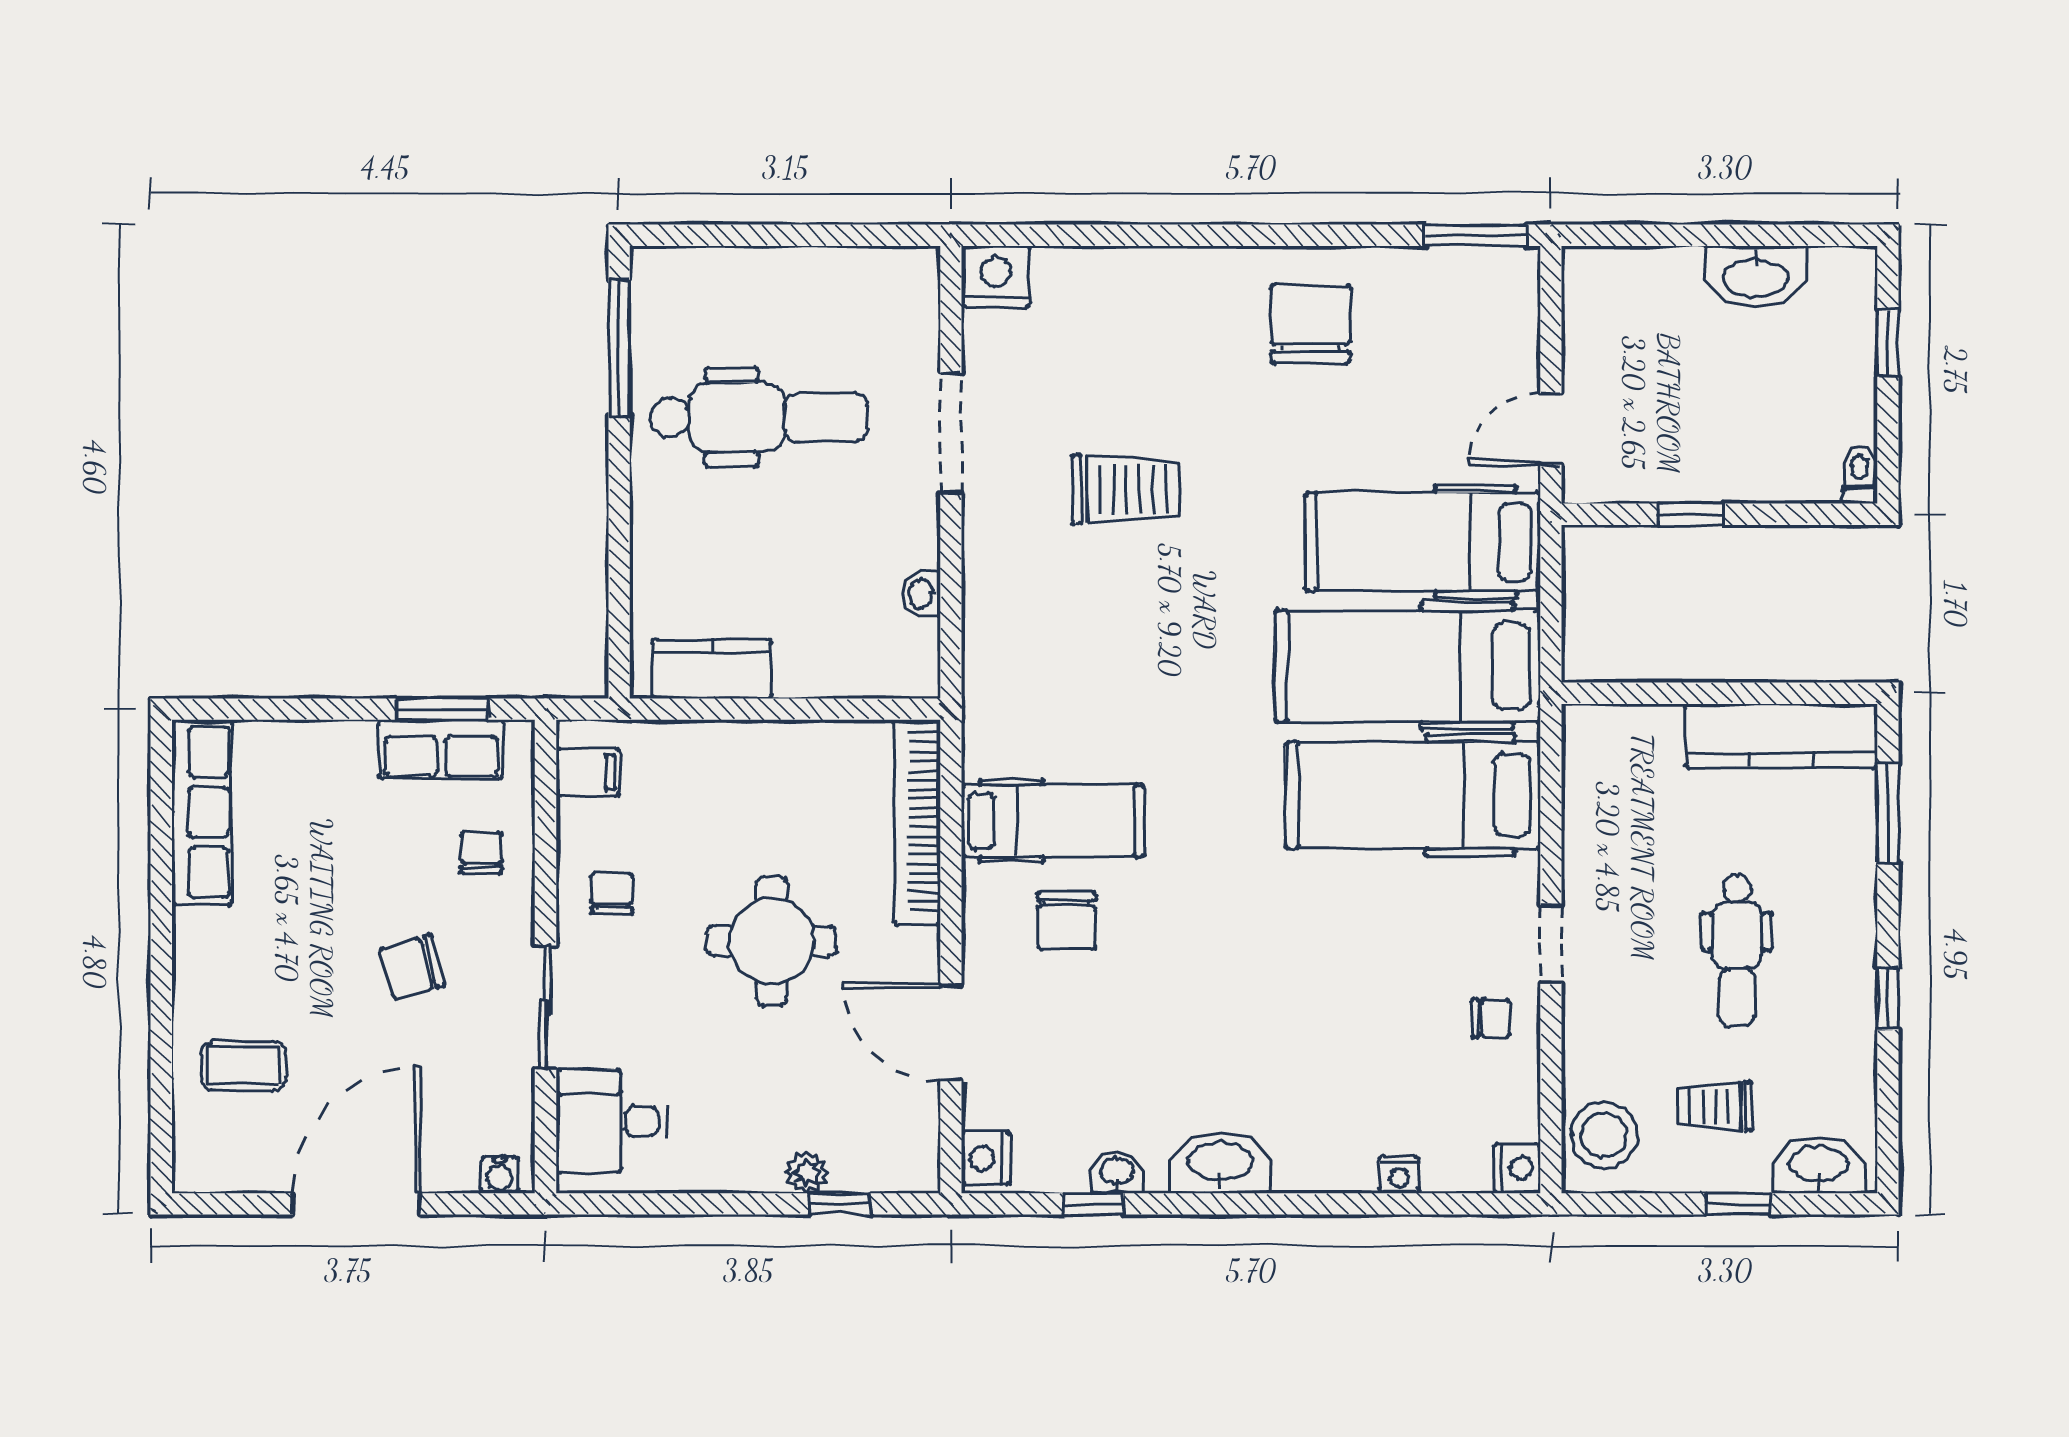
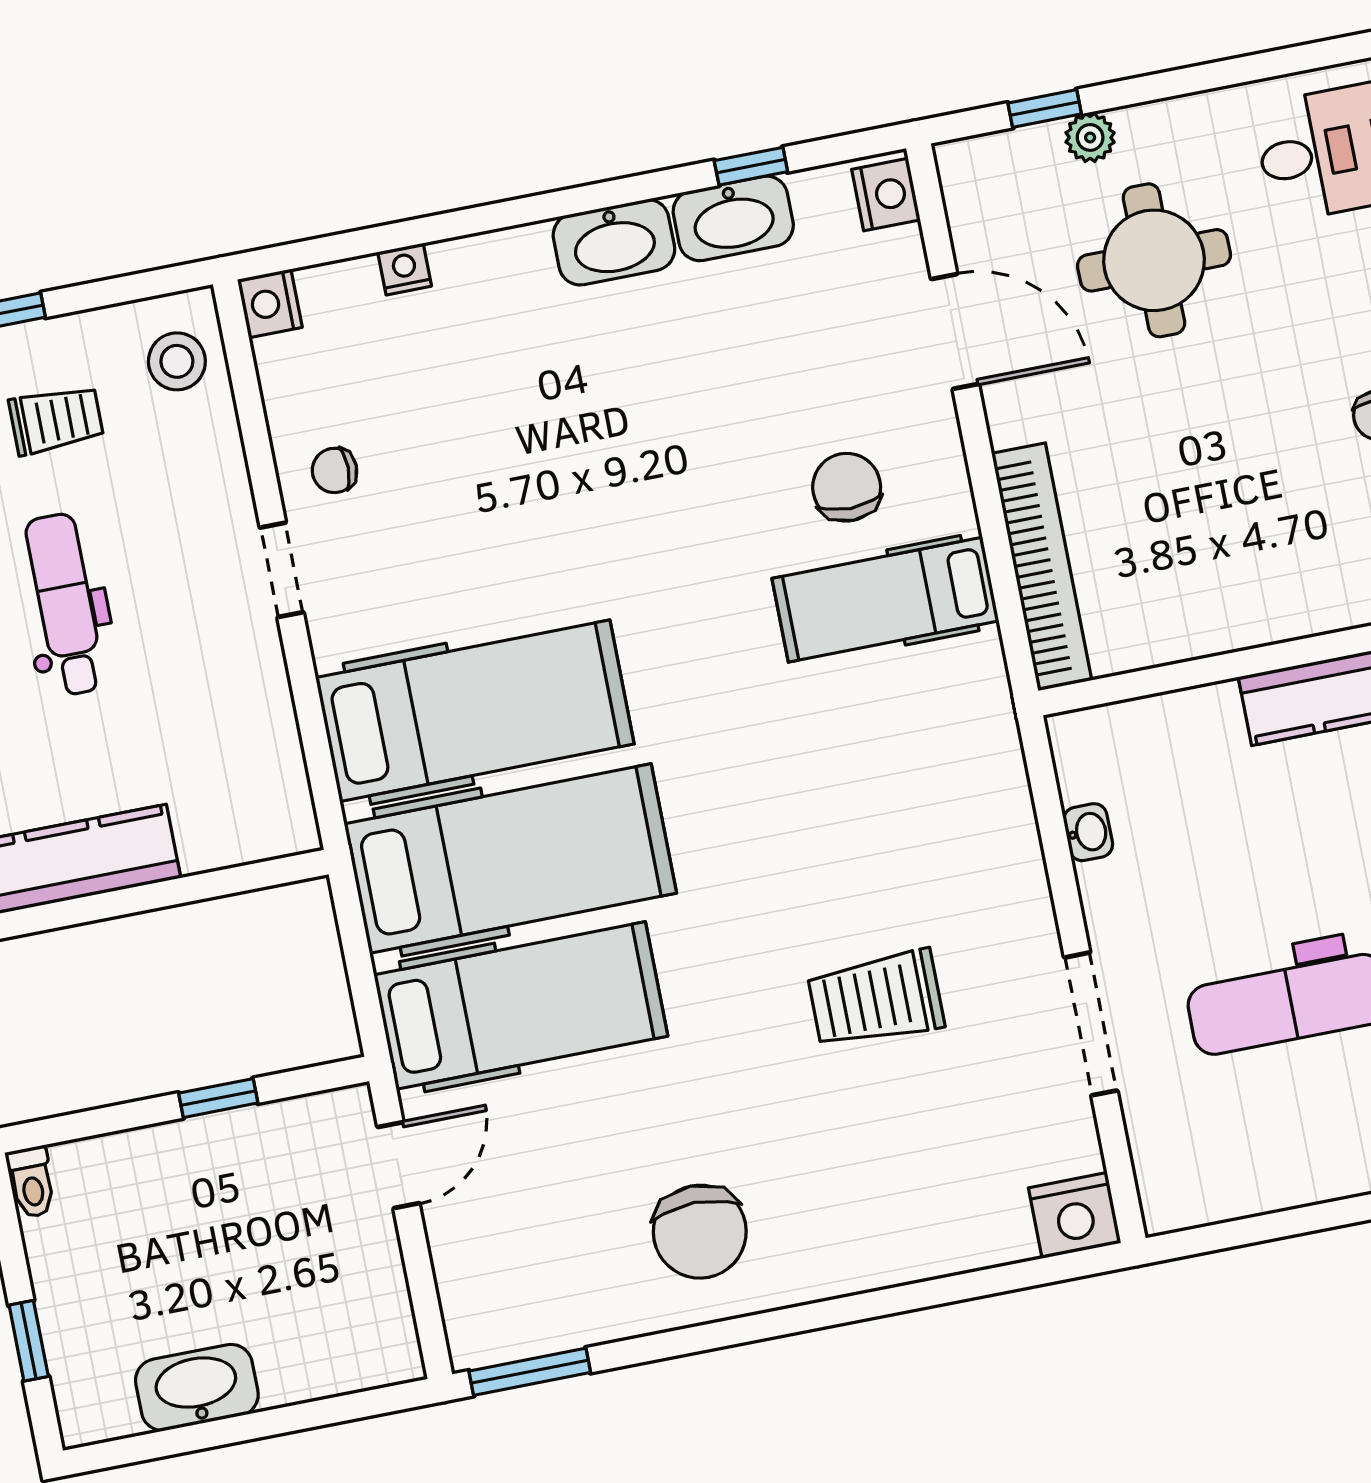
round table: (772, 941) -> (1154, 260), moved
stool: (1604, 1135) -> (177, 361), width x0.73, depth x0.73
washbasin: (1117, 1173) -> (733, 218), width x1.91, depth x1.45

